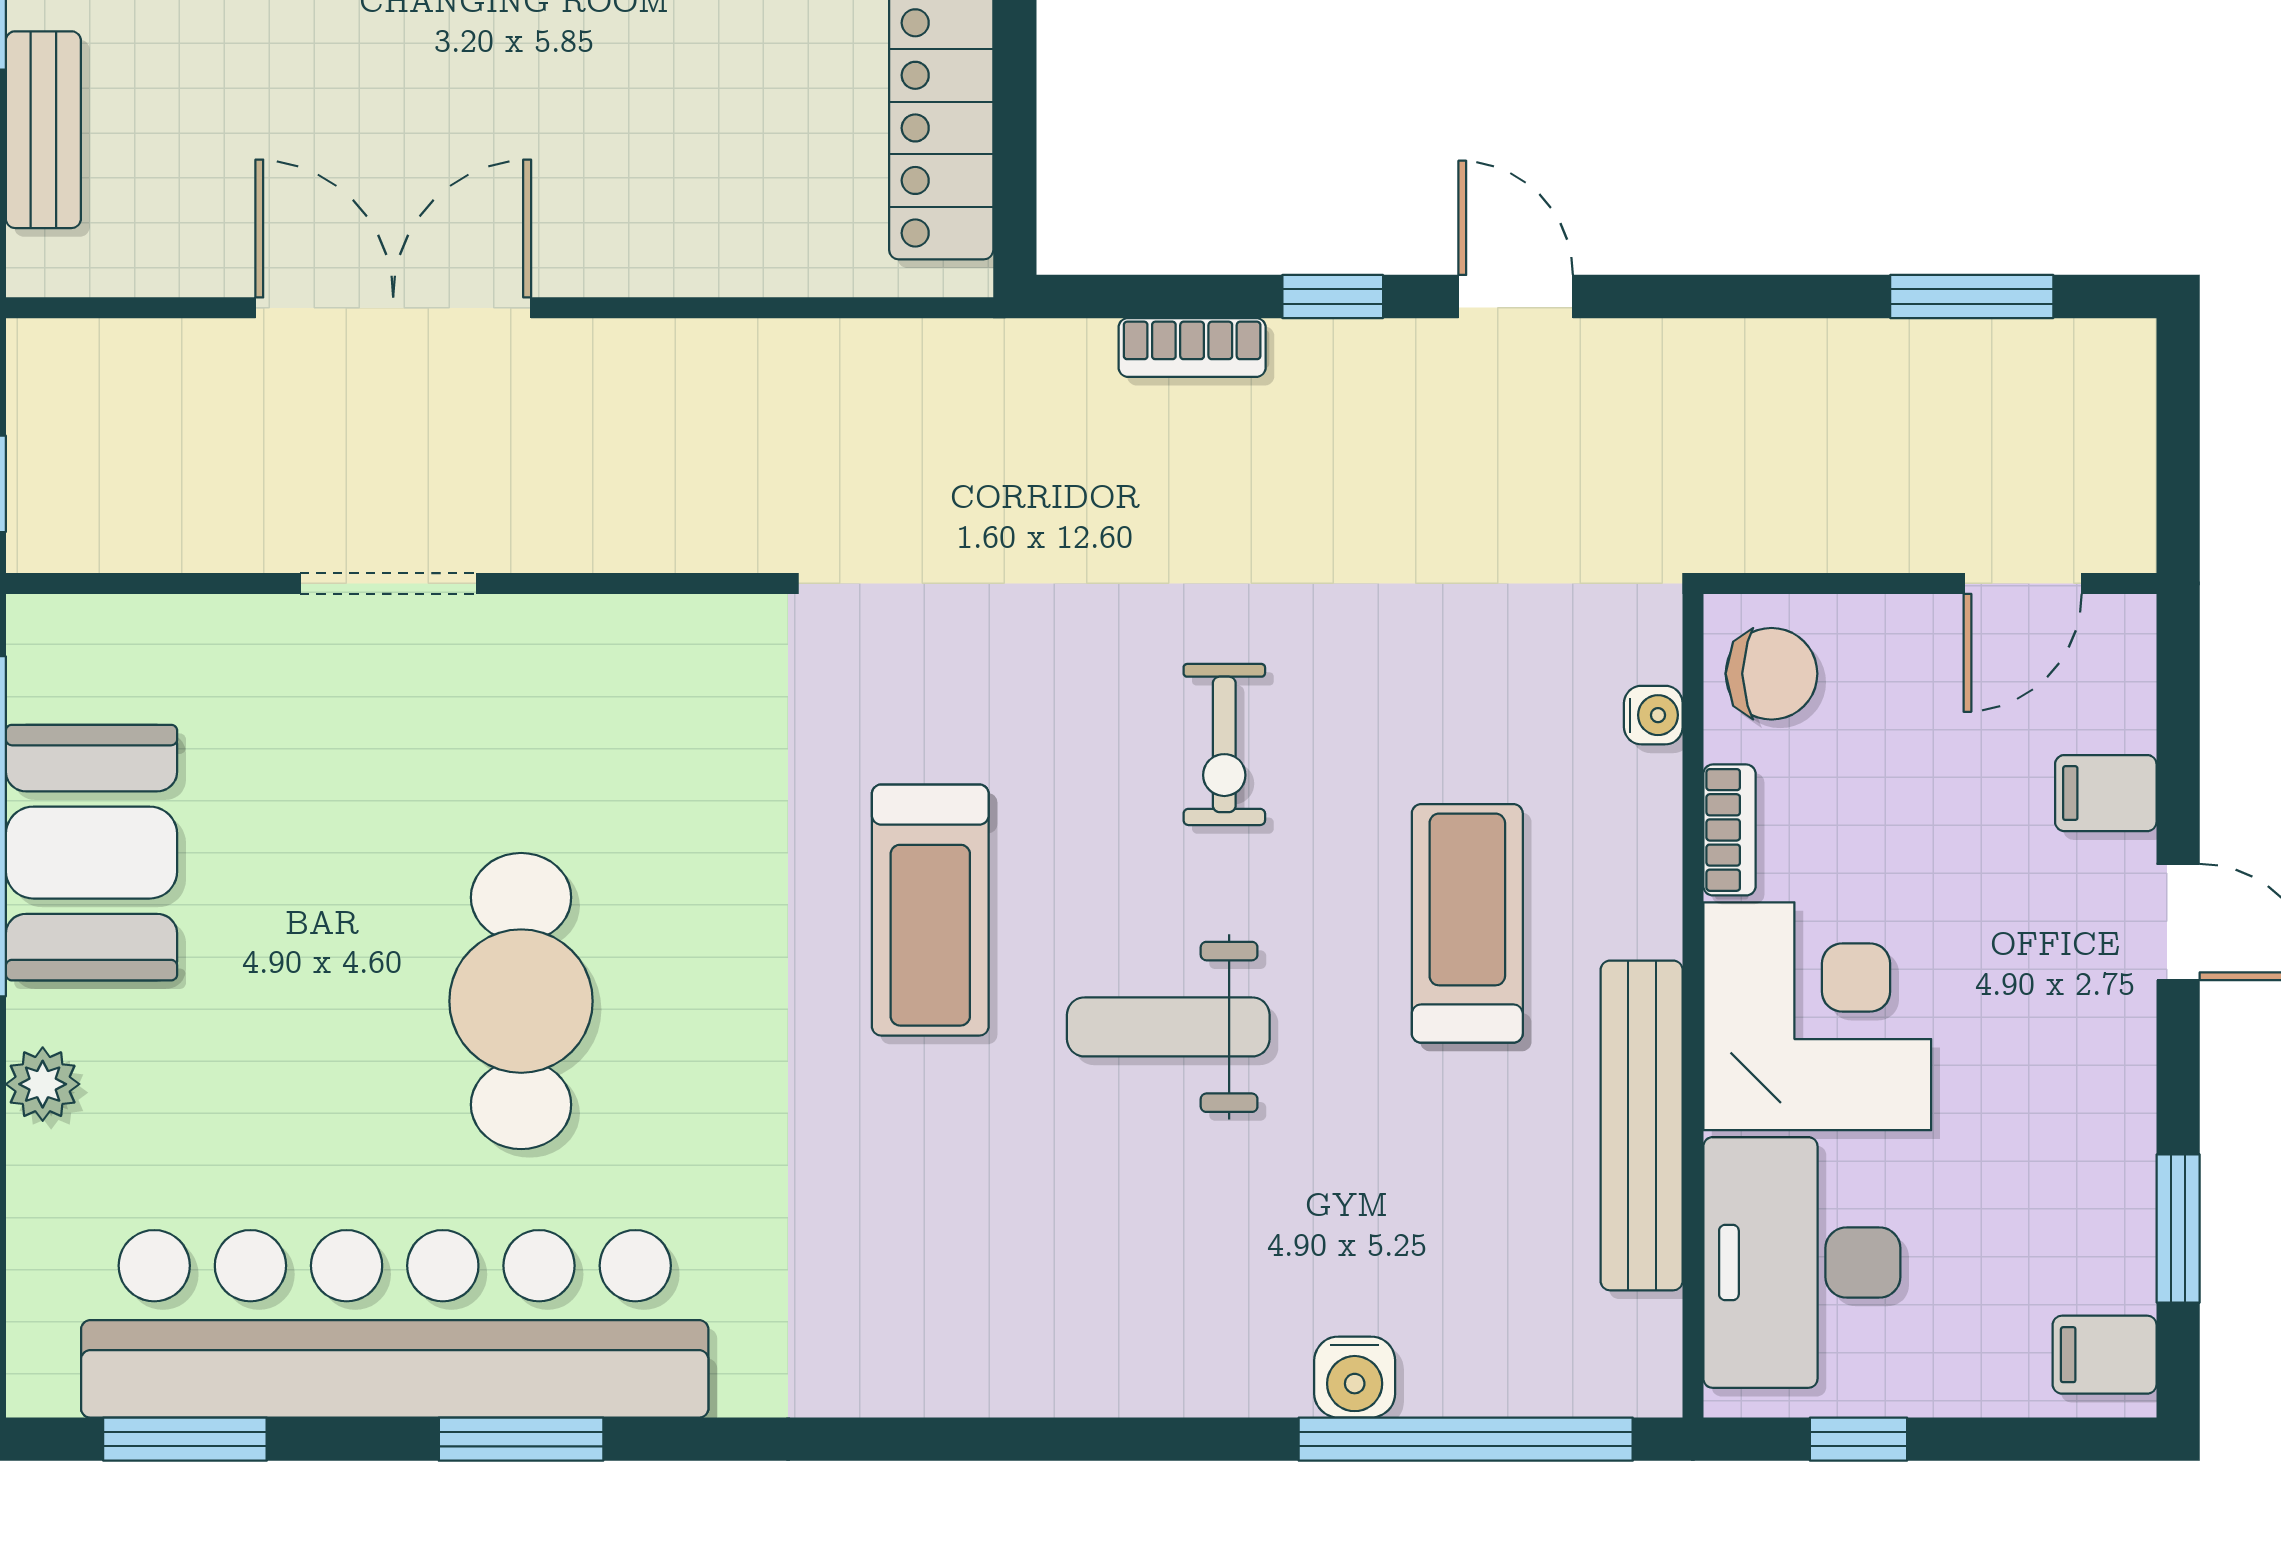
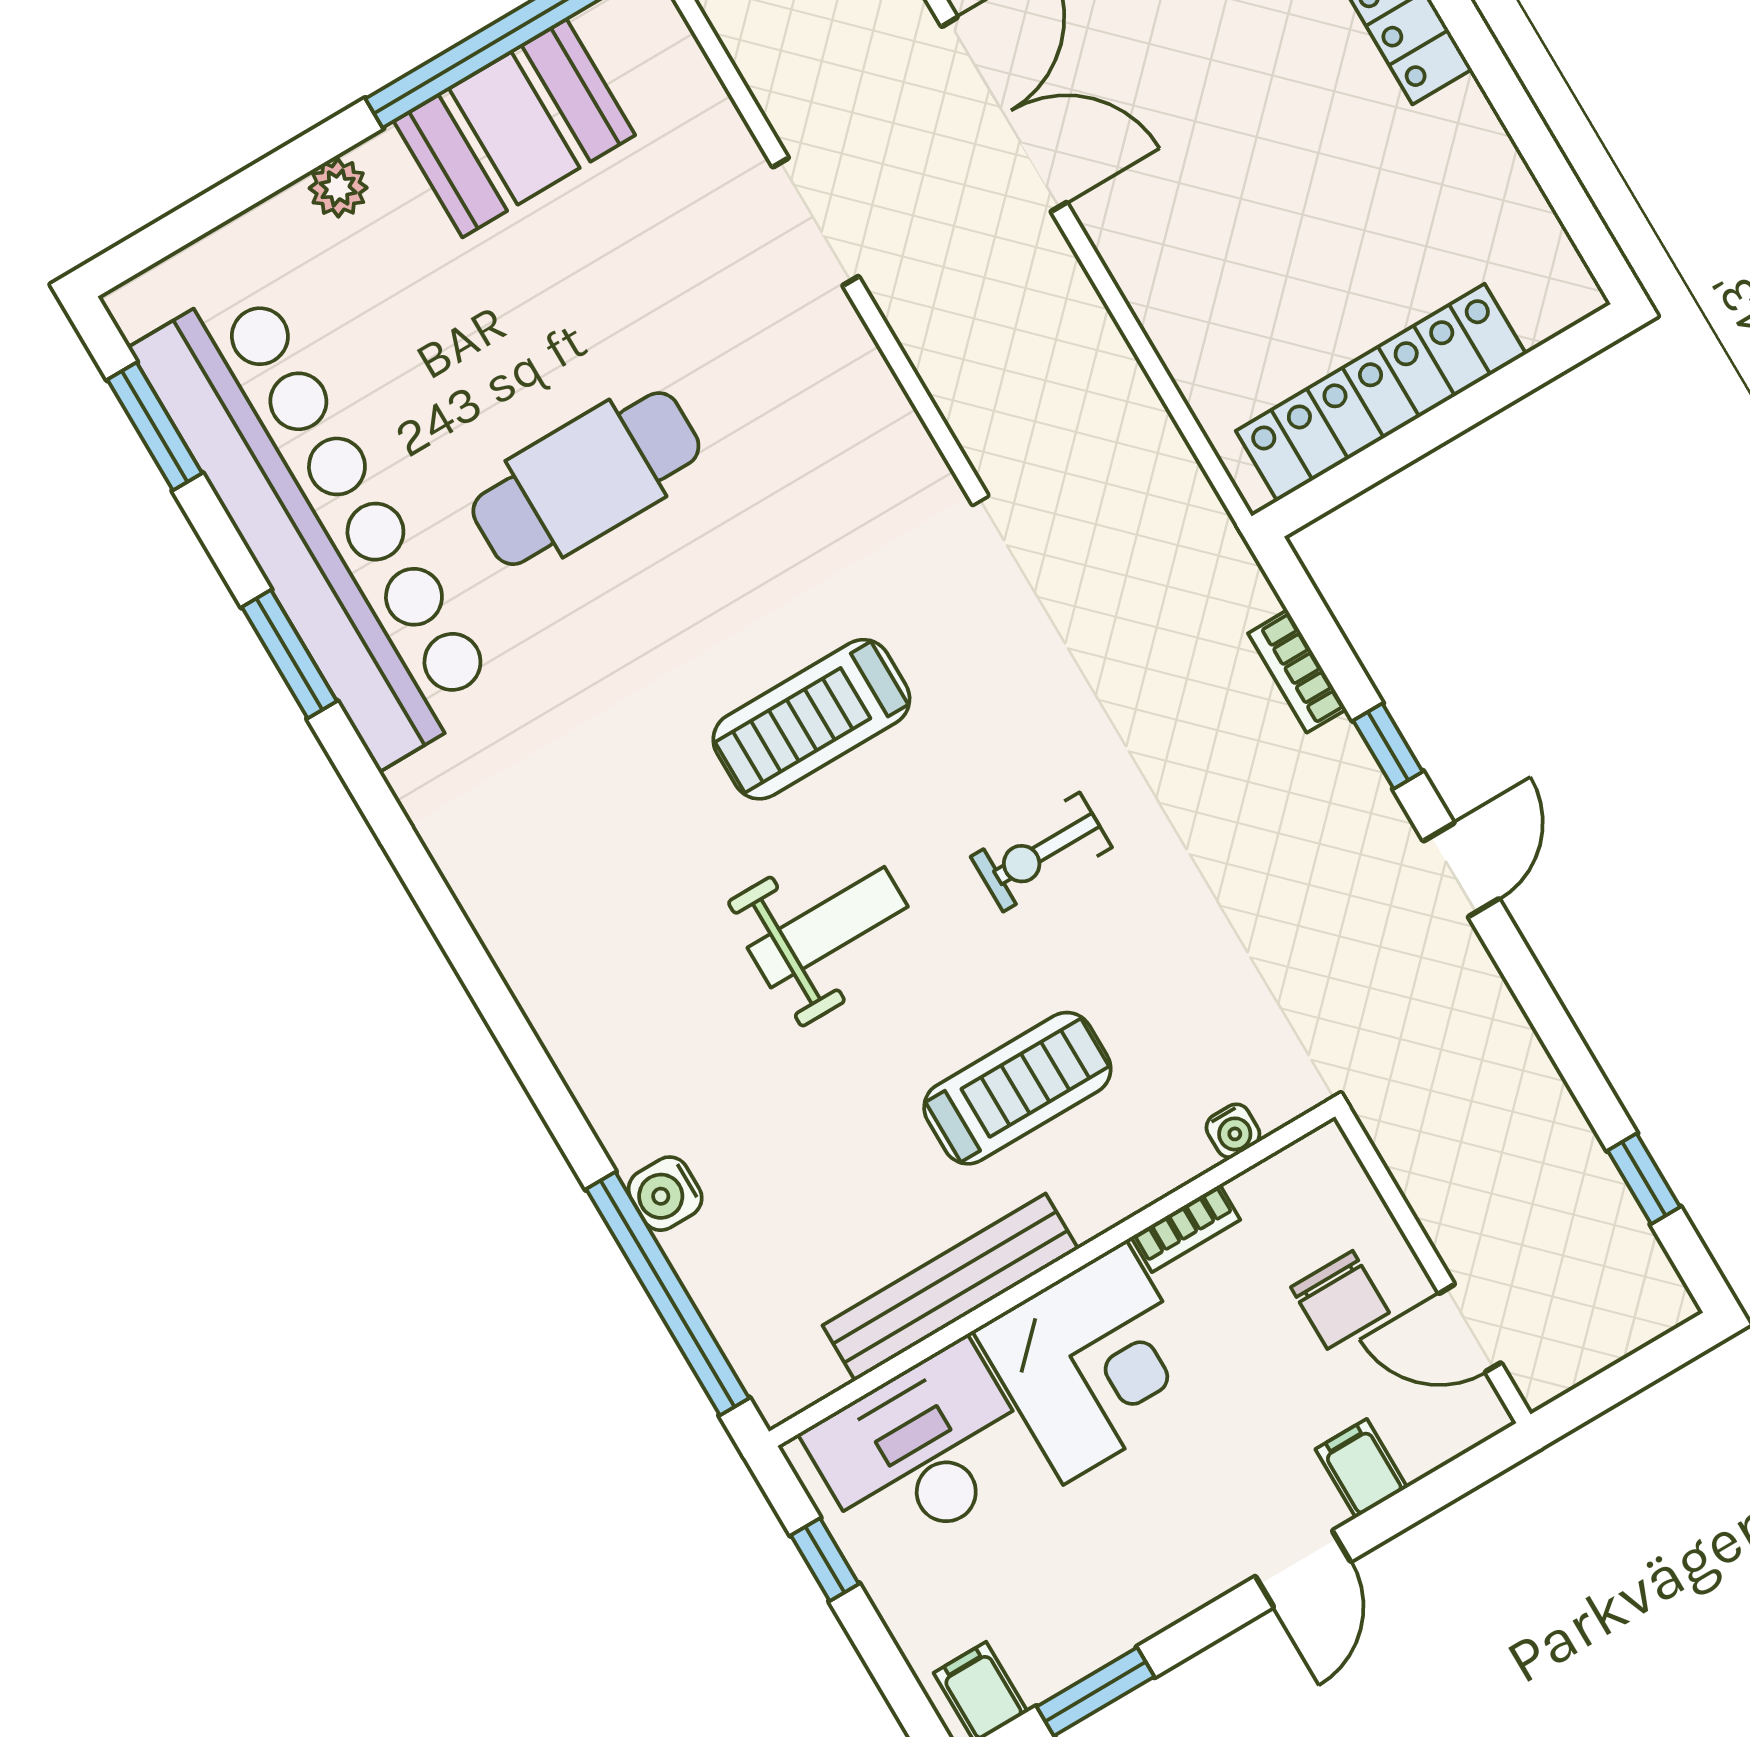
window: (1972, 297) -> (1644, 1179), width x0.67
chair: (1771, 674) -> (1340, 1300), moved
weight bench: (1168, 1027) -> (828, 927), turned 90

